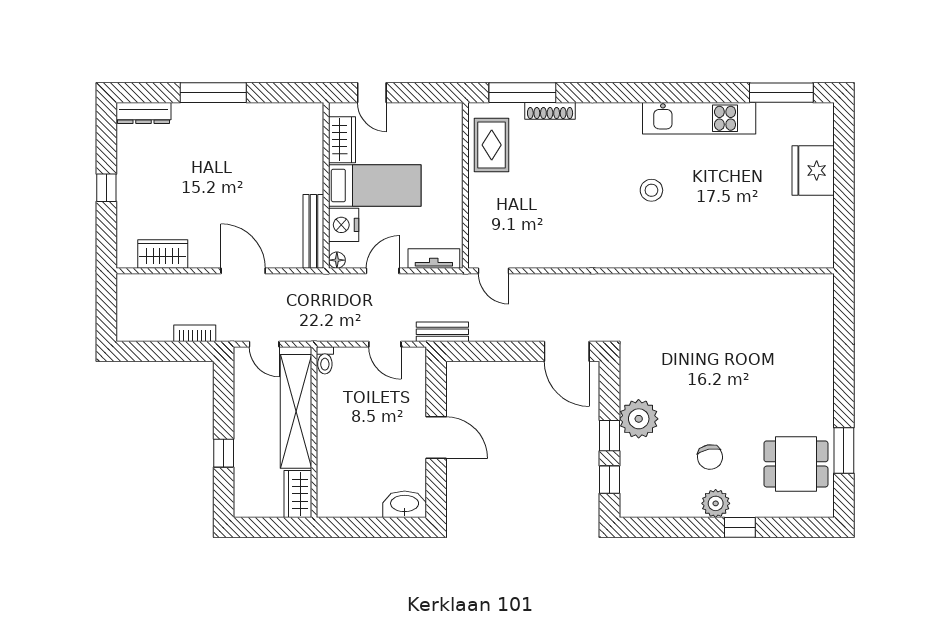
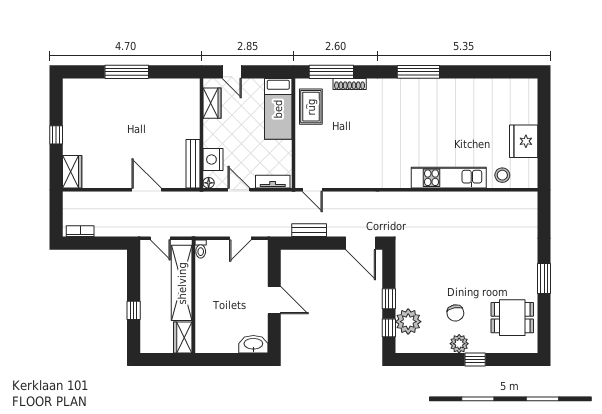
window: (781, 93) -> (418, 72), moved
dresser: (144, 113) -> (81, 85), removed
kitchen unit: (699, 118) -> (449, 178), moved, turned 180
fridge: (813, 170) -> (524, 141), moved
bed: (375, 185) -> (278, 109), moved, turned 90
stool: (651, 190) -> (502, 175), moved
wardrobe: (163, 254) -> (72, 172), moved, turned 90
door: (383, 271) -> (239, 190), hinge flipped
bench: (442, 332) -> (309, 230), moved
bookcase: (195, 333) -> (80, 231), moved
door: (385, 344) -> (240, 238), hinge flipped
plant: (639, 419) -> (408, 322), moved
window: (844, 451) -> (544, 278), moved

